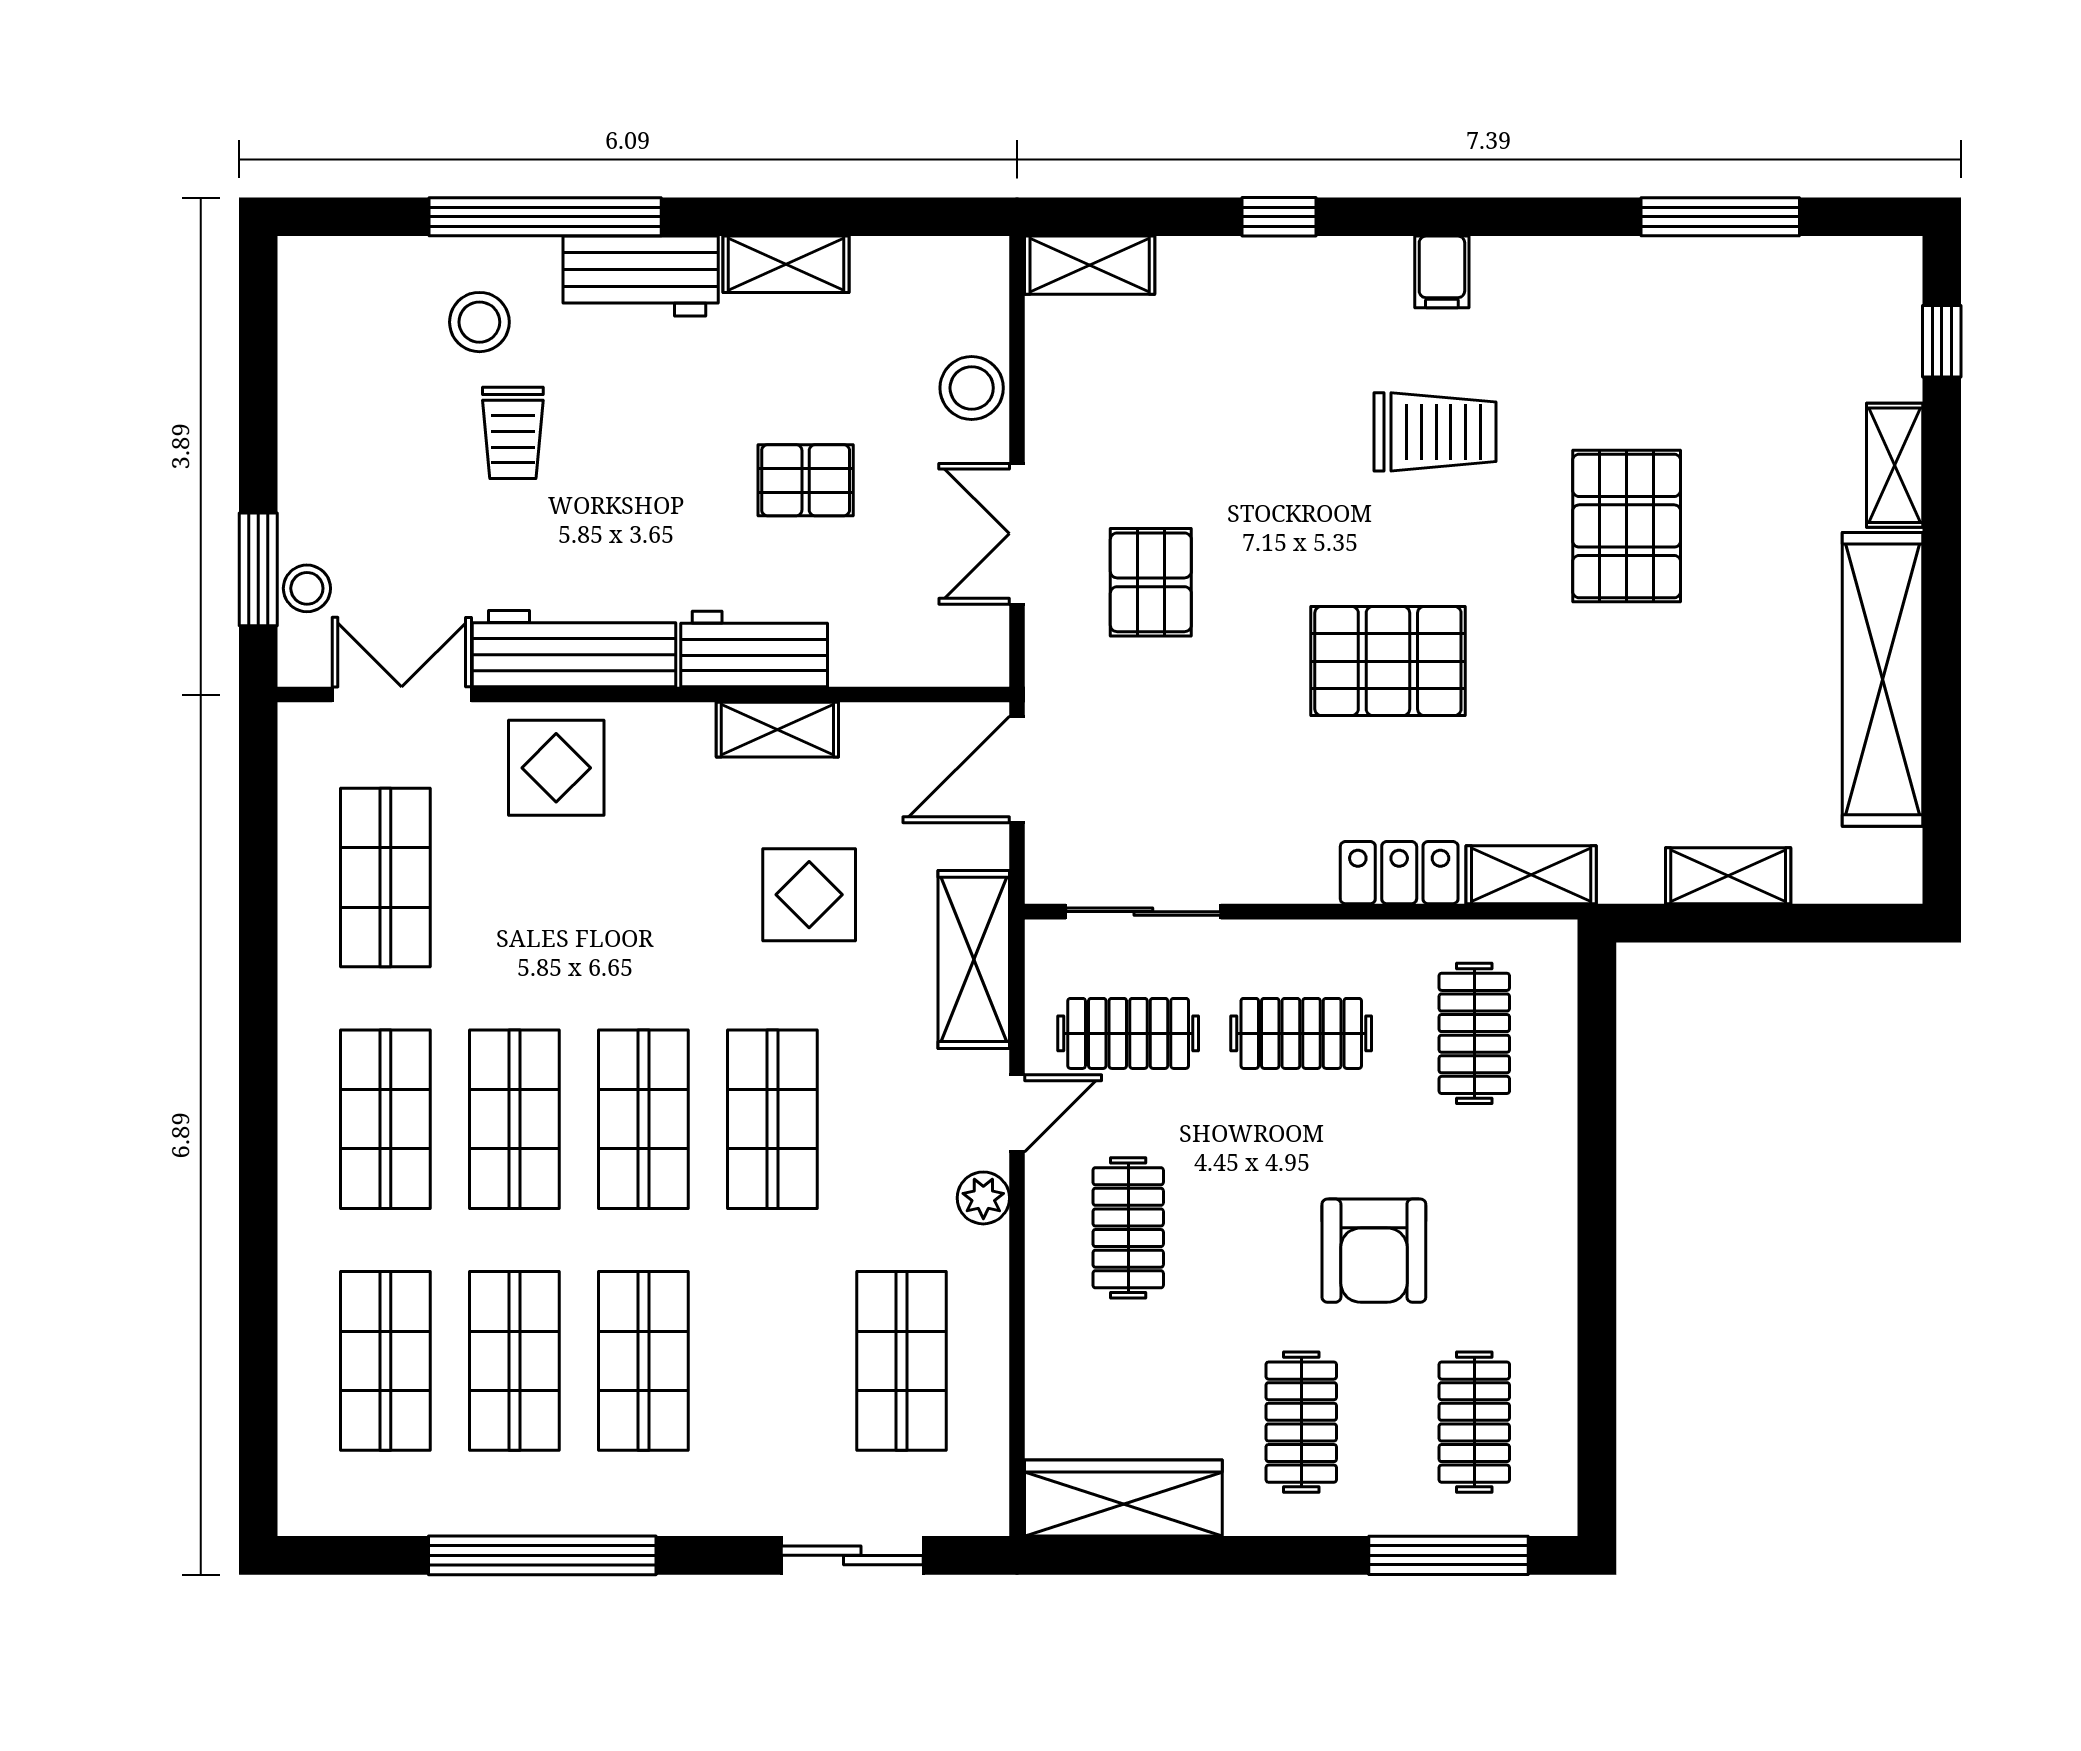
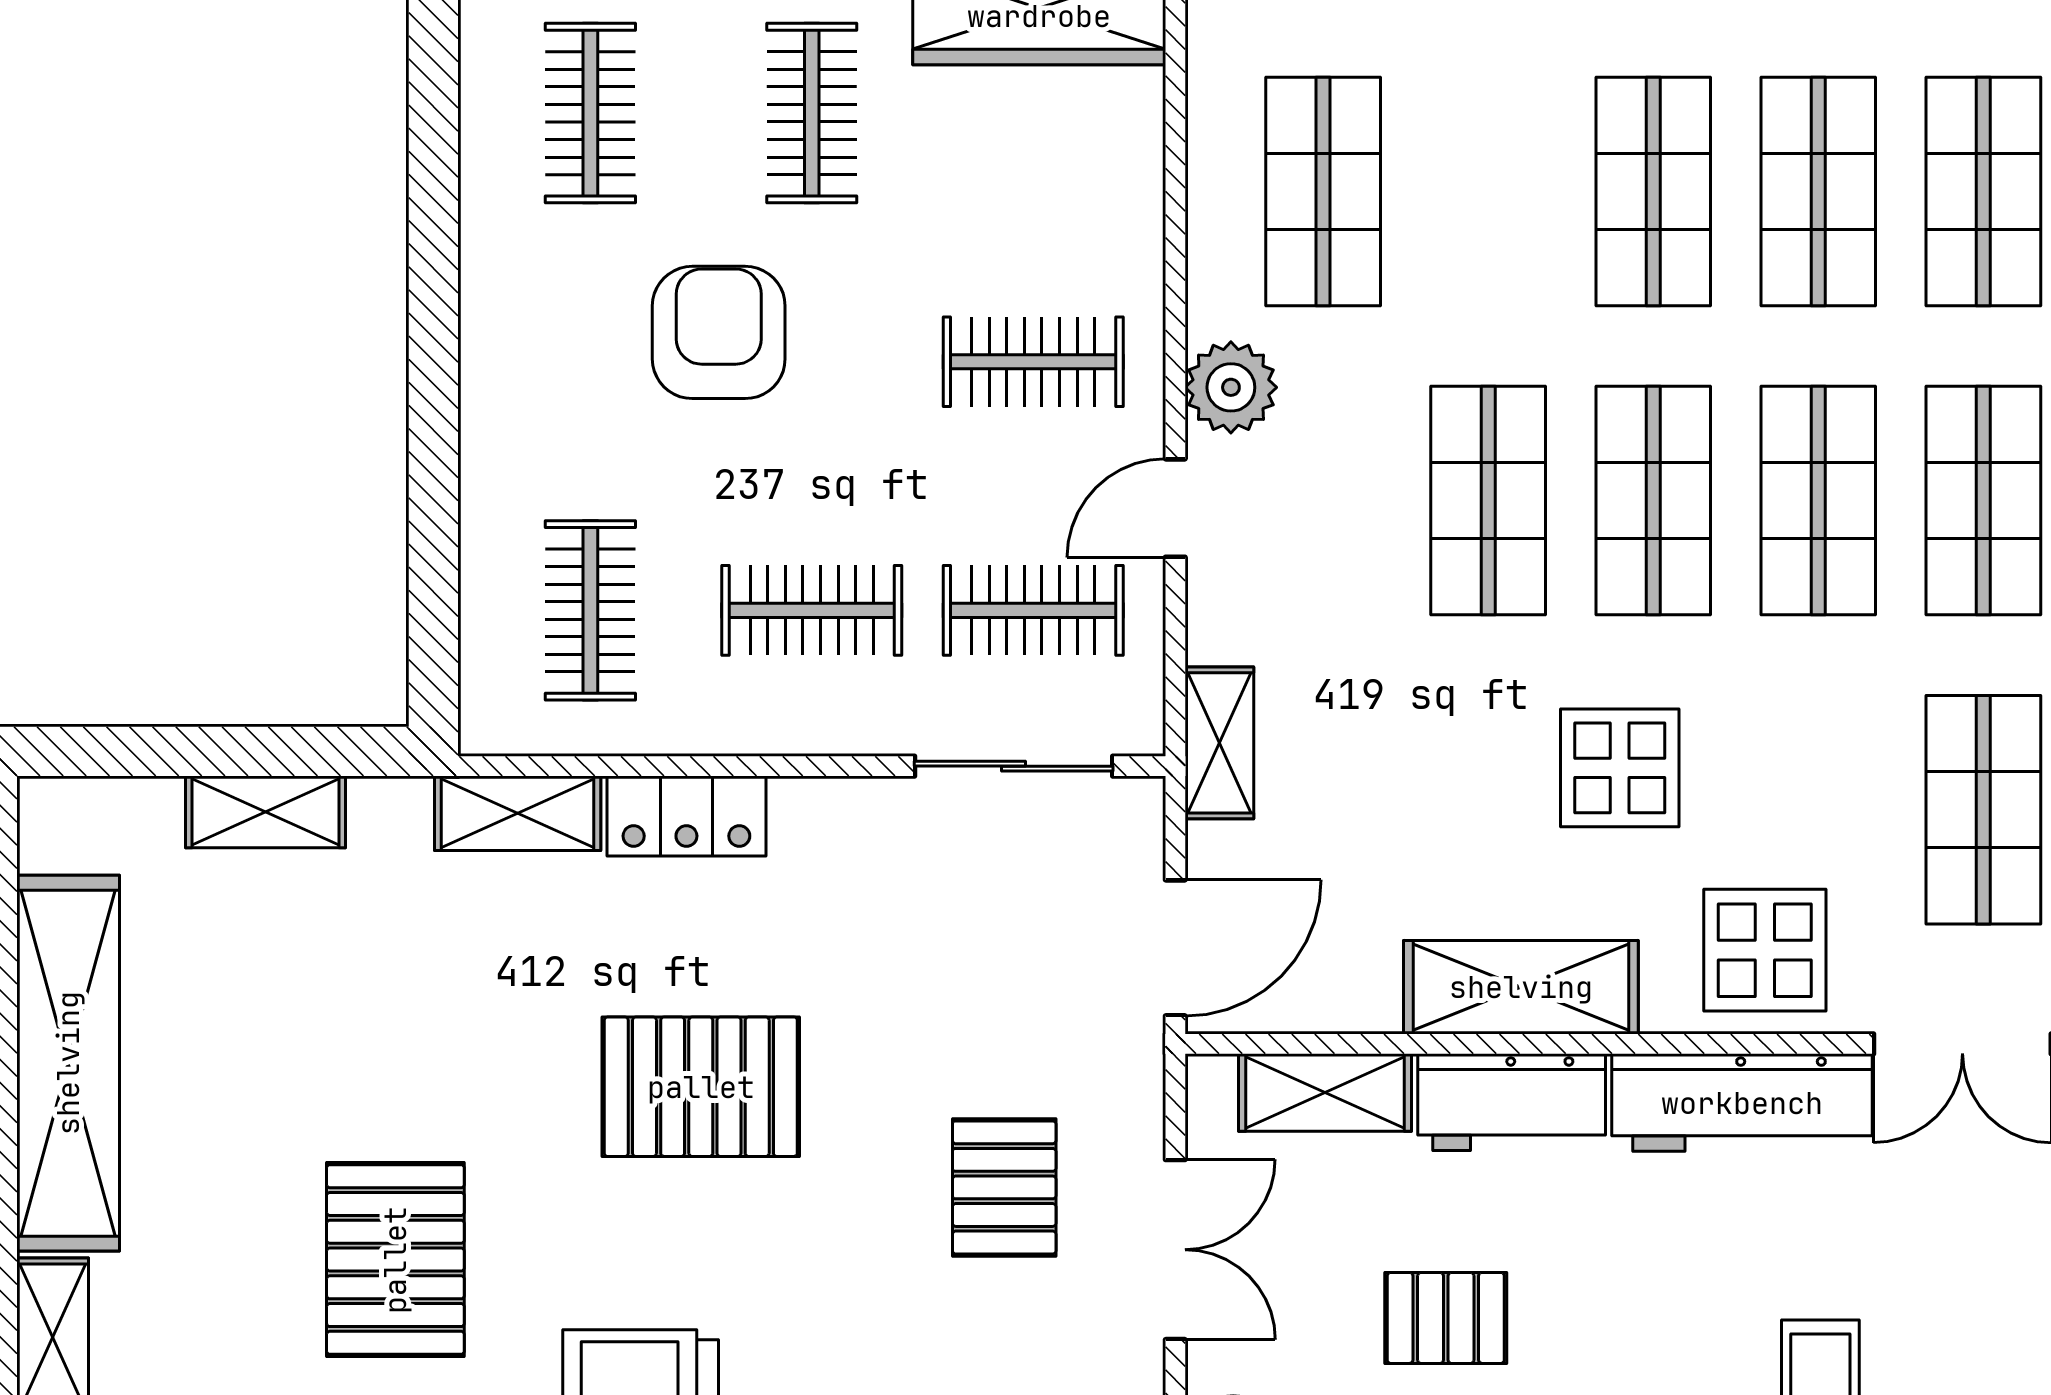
shelving: (900, 656) -> (1325, 1093), added
shelving: (777, 730) -> (1521, 987), width x1.50, depth x1.33
display table: (809, 895) -> (1620, 768), moved
shelving: (974, 959) -> (1219, 743), width x0.67, depth x0.75
plant: (983, 1198) -> (1231, 387), width x1.38, depth x1.38
clothes rail: (1128, 1228) -> (1033, 362), turned 90

